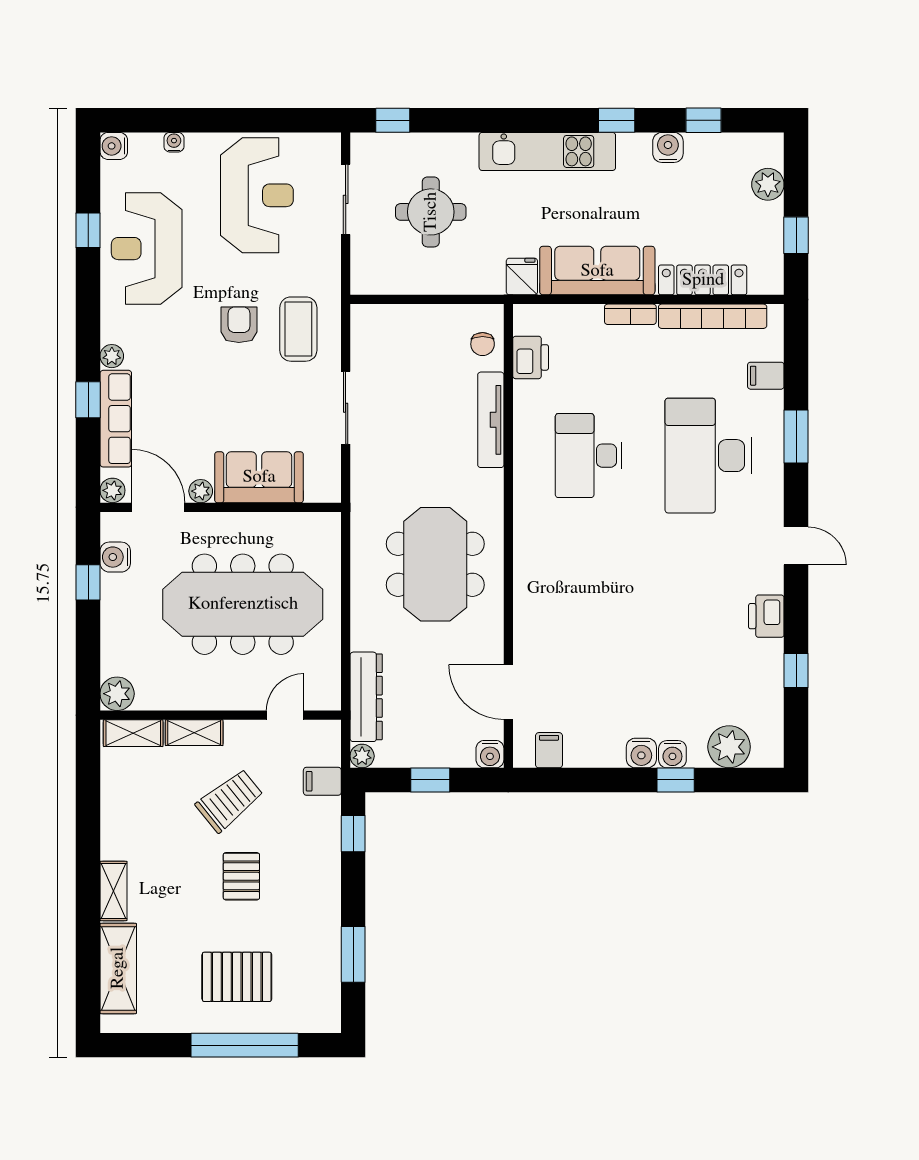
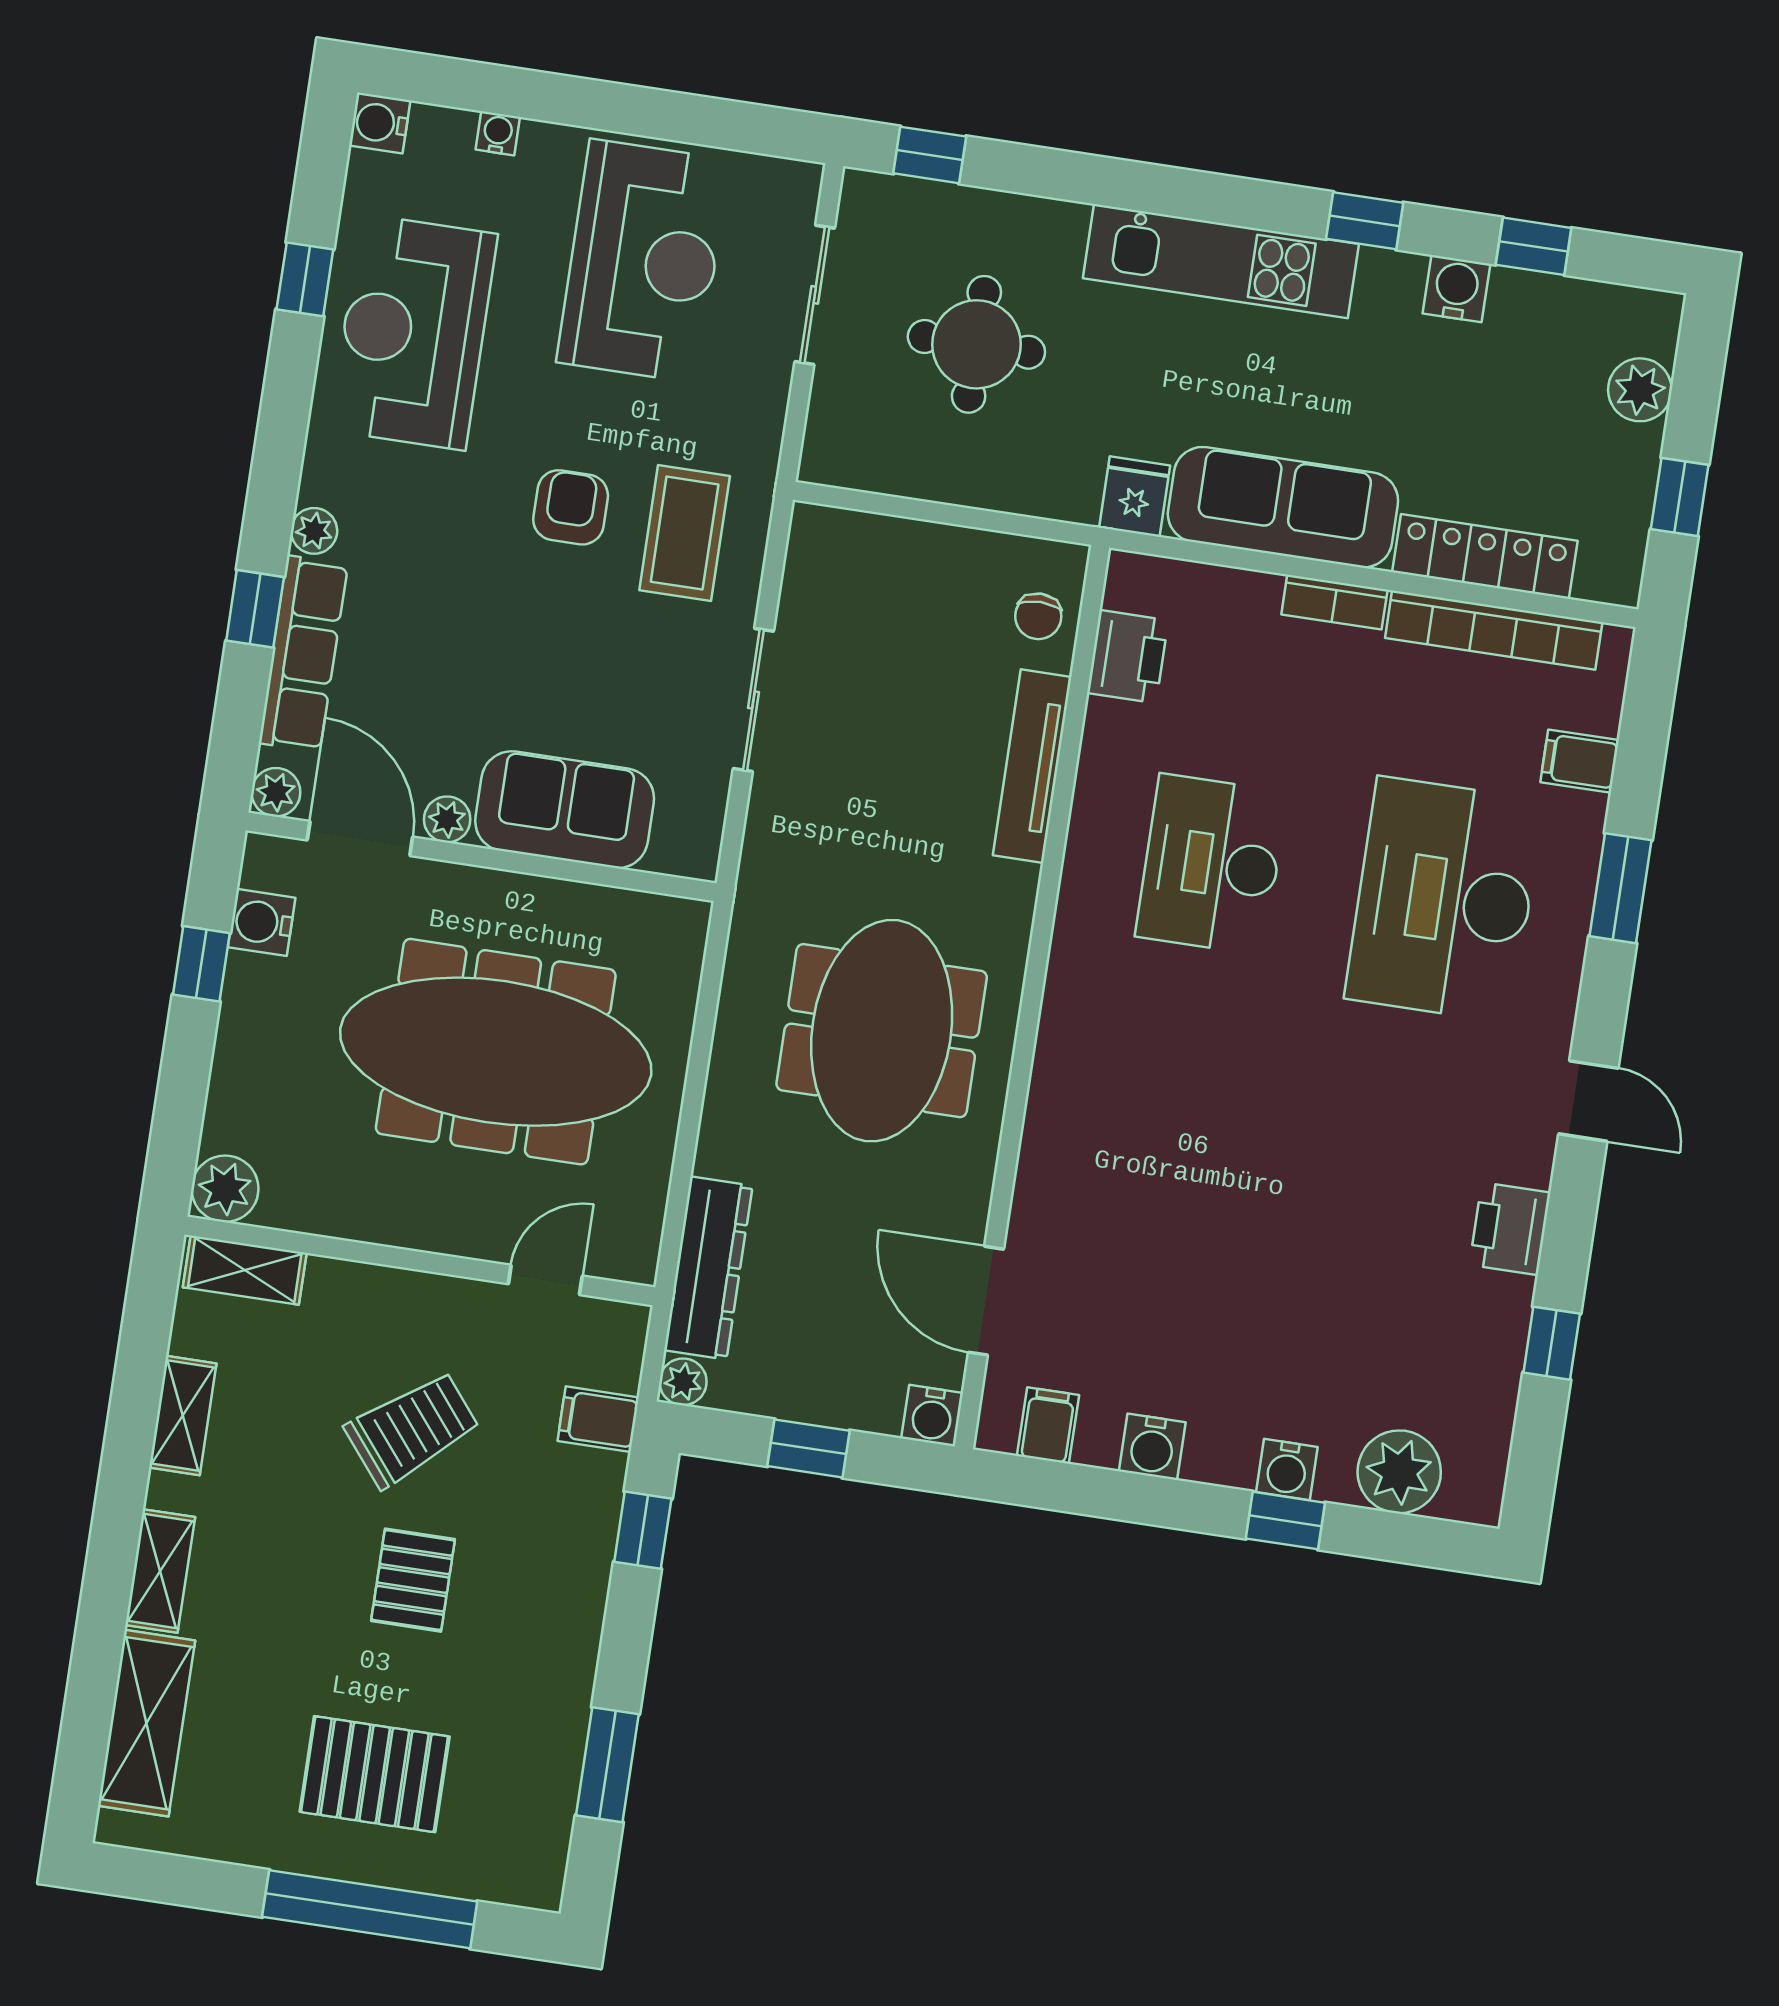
shelving: (194, 733) -> (183, 1415), moved, turned 90
water cooler: (641, 753) -> (1152, 1447), moved

